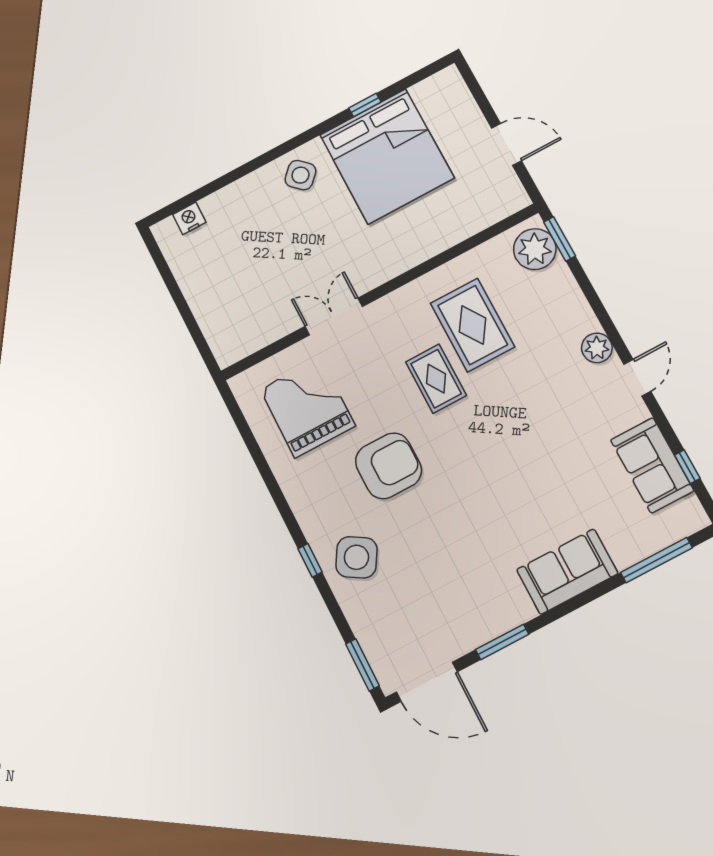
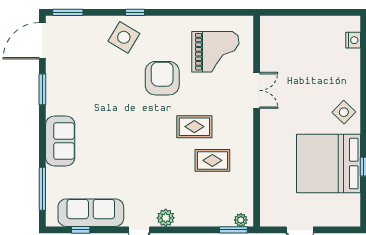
plant: (535, 249) -> (241, 220), width x0.53, depth x0.53
rug: (473, 325) -> (212, 160), width x0.73, depth x0.70
sofa: (652, 465) -> (91, 213), width x1.36
armchair: (388, 466) -> (162, 78), turned 180

